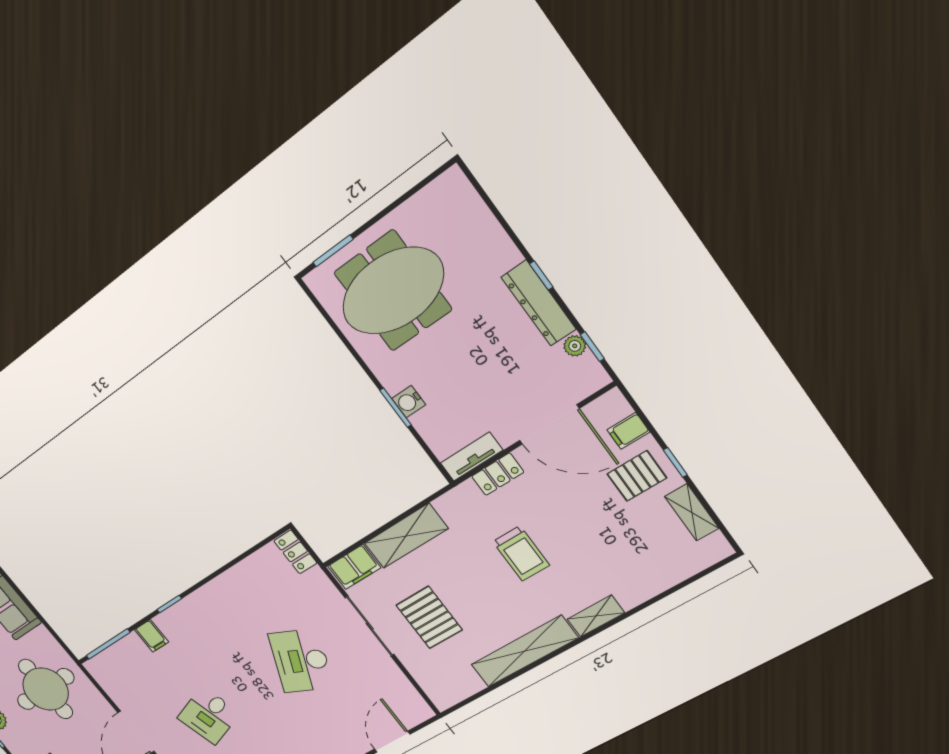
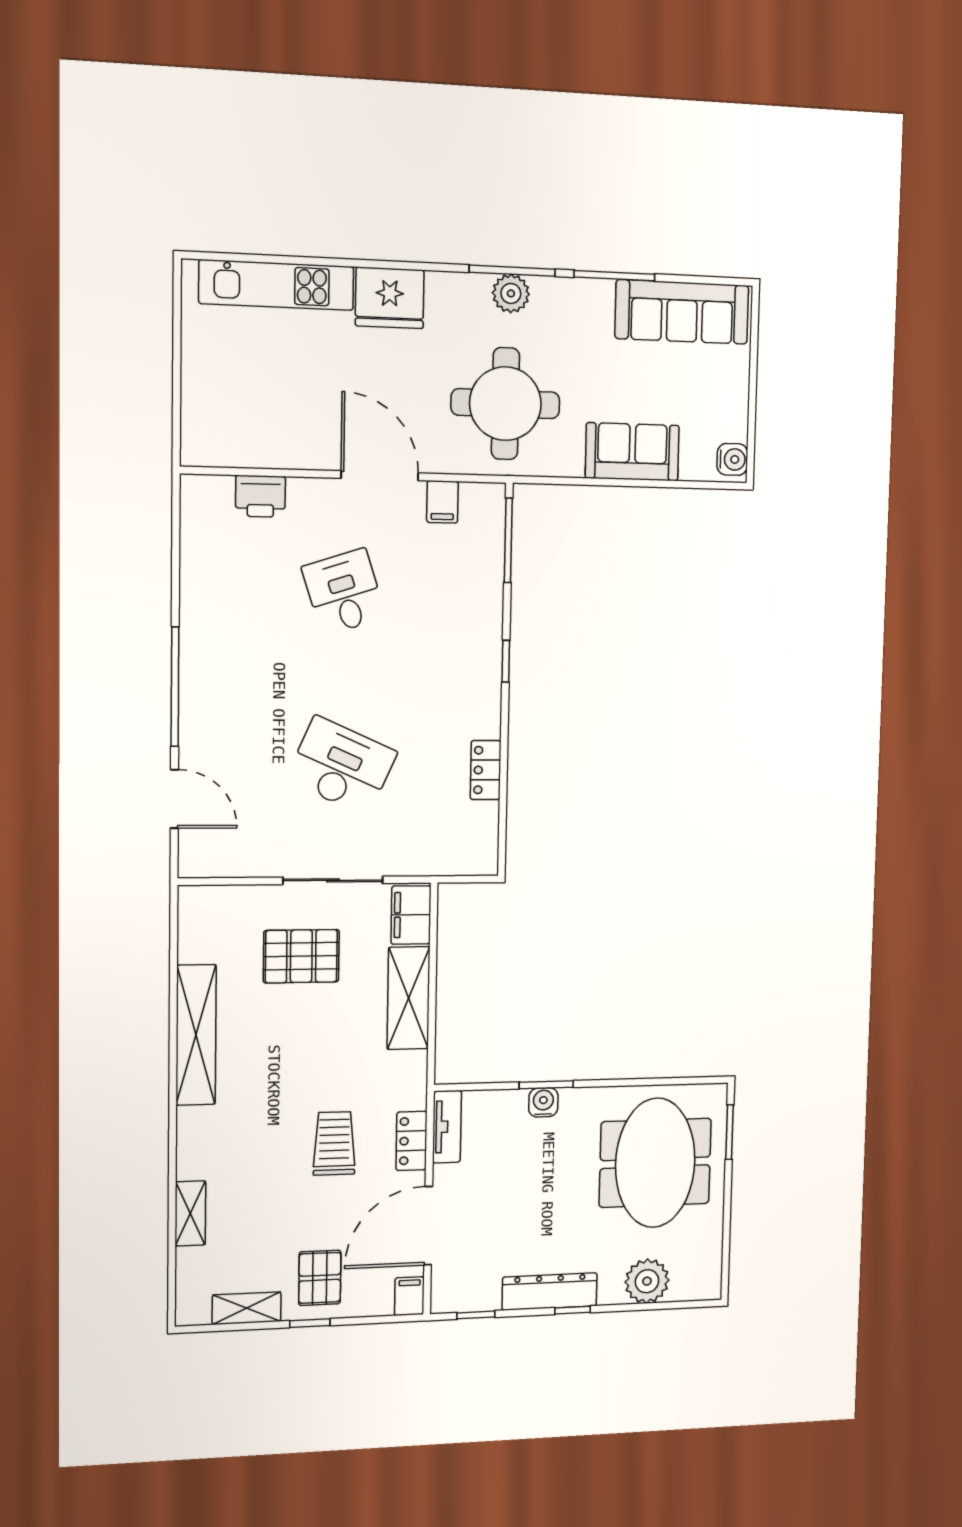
plant: (575, 346) -> (647, 1281), moved, width x1.88, depth x1.88
filing cabinet: (628, 431) -> (409, 1296), moved
locker: (295, 552) -> (486, 770), moved, turned -90
trolley: (521, 553) -> (334, 1143), moved, turned 90
shelving: (596, 616) -> (190, 1213), moved
filing cabinet: (152, 636) -> (442, 502), moved, turned -90

